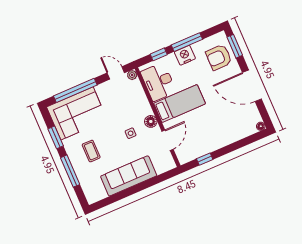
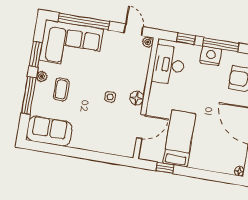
bed: (180, 104) -> (179, 138), moved, turned -90
plant: (71, 151) -> (42, 77), added
sofa: (129, 176) -> (49, 131), moved, width x0.73

